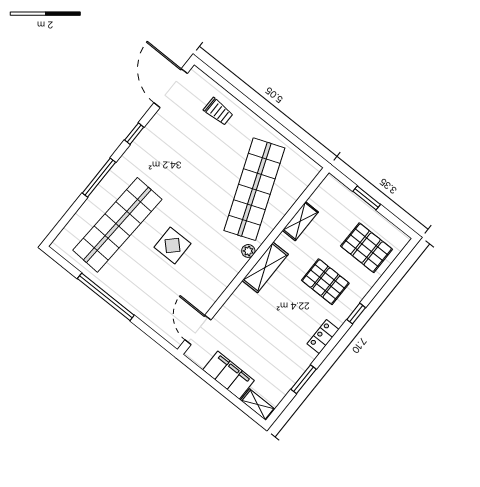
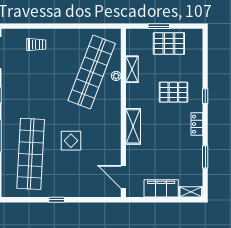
shop shelf: (254, 189) -> (92, 72), turned 42
pallet: (367, 248) -> (169, 43), moved
plant: (248, 251) -> (116, 76), moved
shelving: (265, 267) -> (133, 126), moved
window: (106, 297) -> (57, 200), width x0.32

